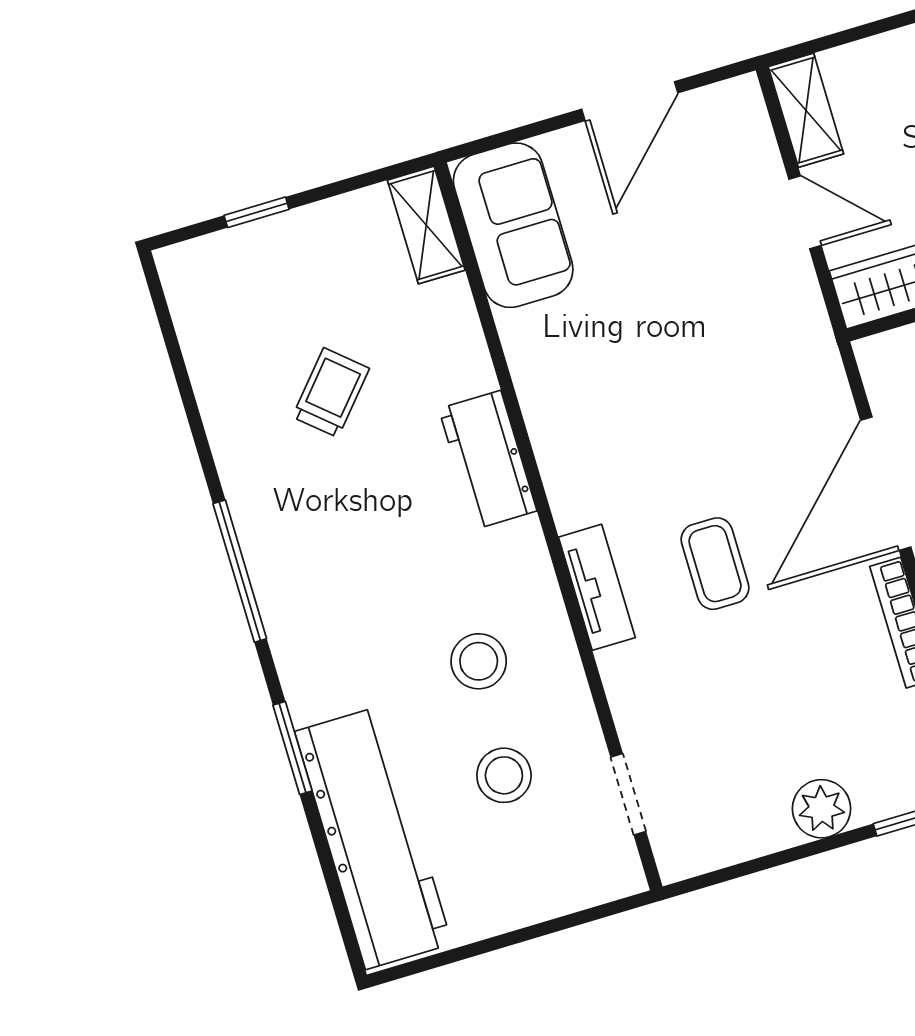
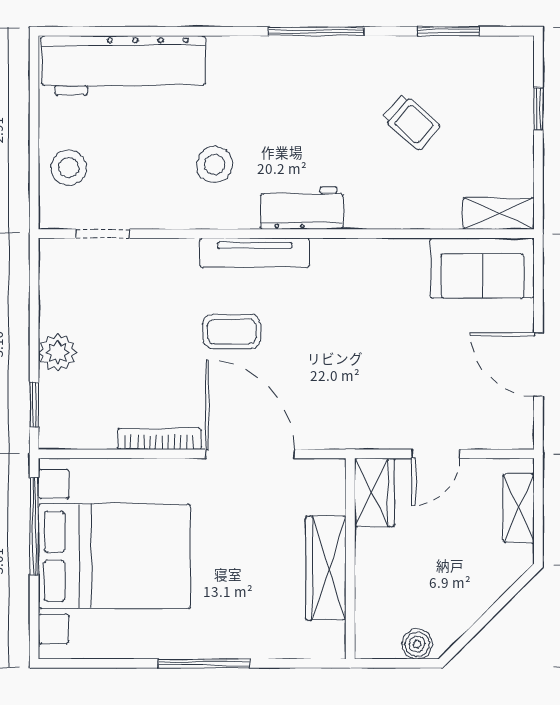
shelving: (806, 110) -> (519, 508), moved, turned 90
workbench: (488, 460) -> (302, 208), moved
tv unit: (597, 587) -> (255, 253), width x1.41
window: (293, 748) -> (448, 31), moved
stool: (504, 775) -> (69, 168), moved

